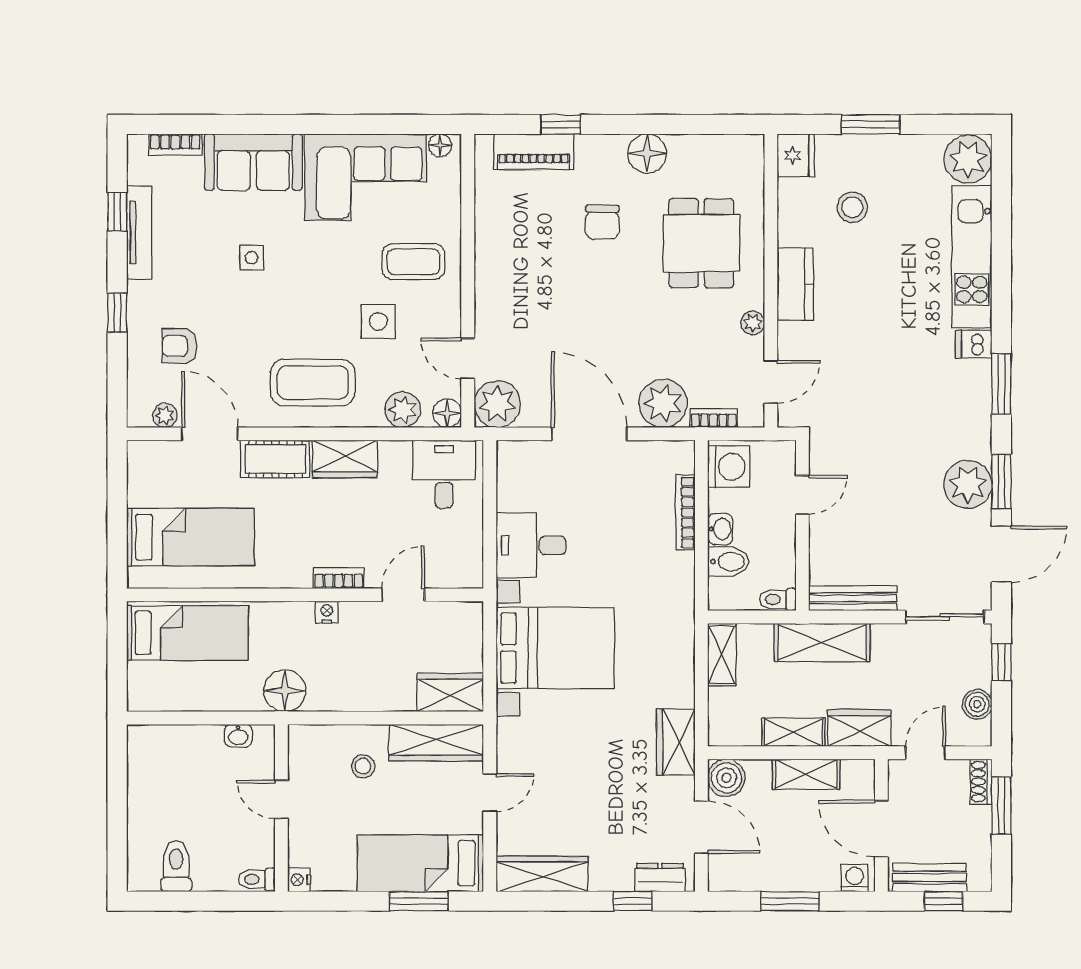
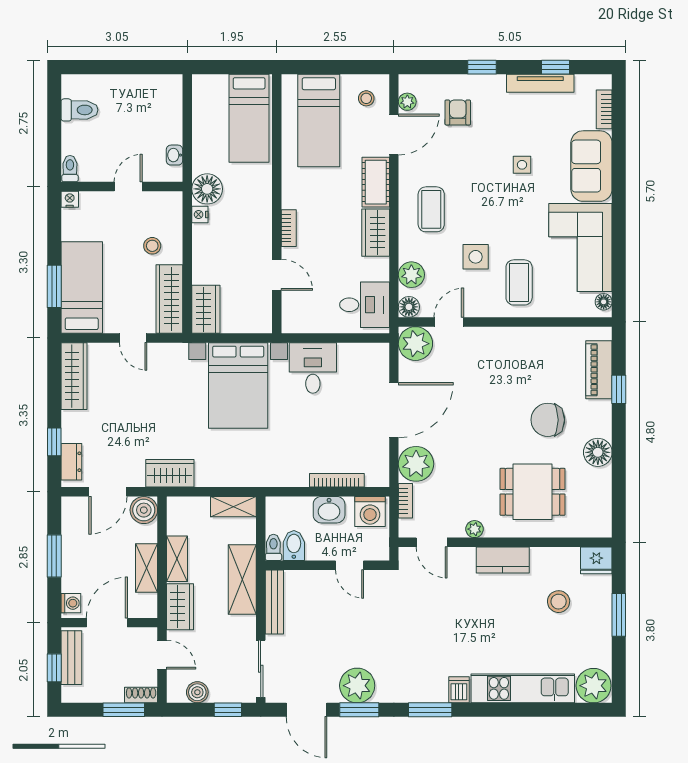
chair: (602, 222) -> (548, 420), width x1.37, depth x1.37
coffee table: (313, 383) -> (431, 209), width x0.73, depth x0.76
stool: (160, 472) -> (366, 98), added
washbasin: (720, 529) -> (329, 510), width x1.38, depth x1.45
bidet: (728, 562) -> (294, 546), moved, turned 180
nightstand: (327, 612) -> (200, 214), moved, turned 180

